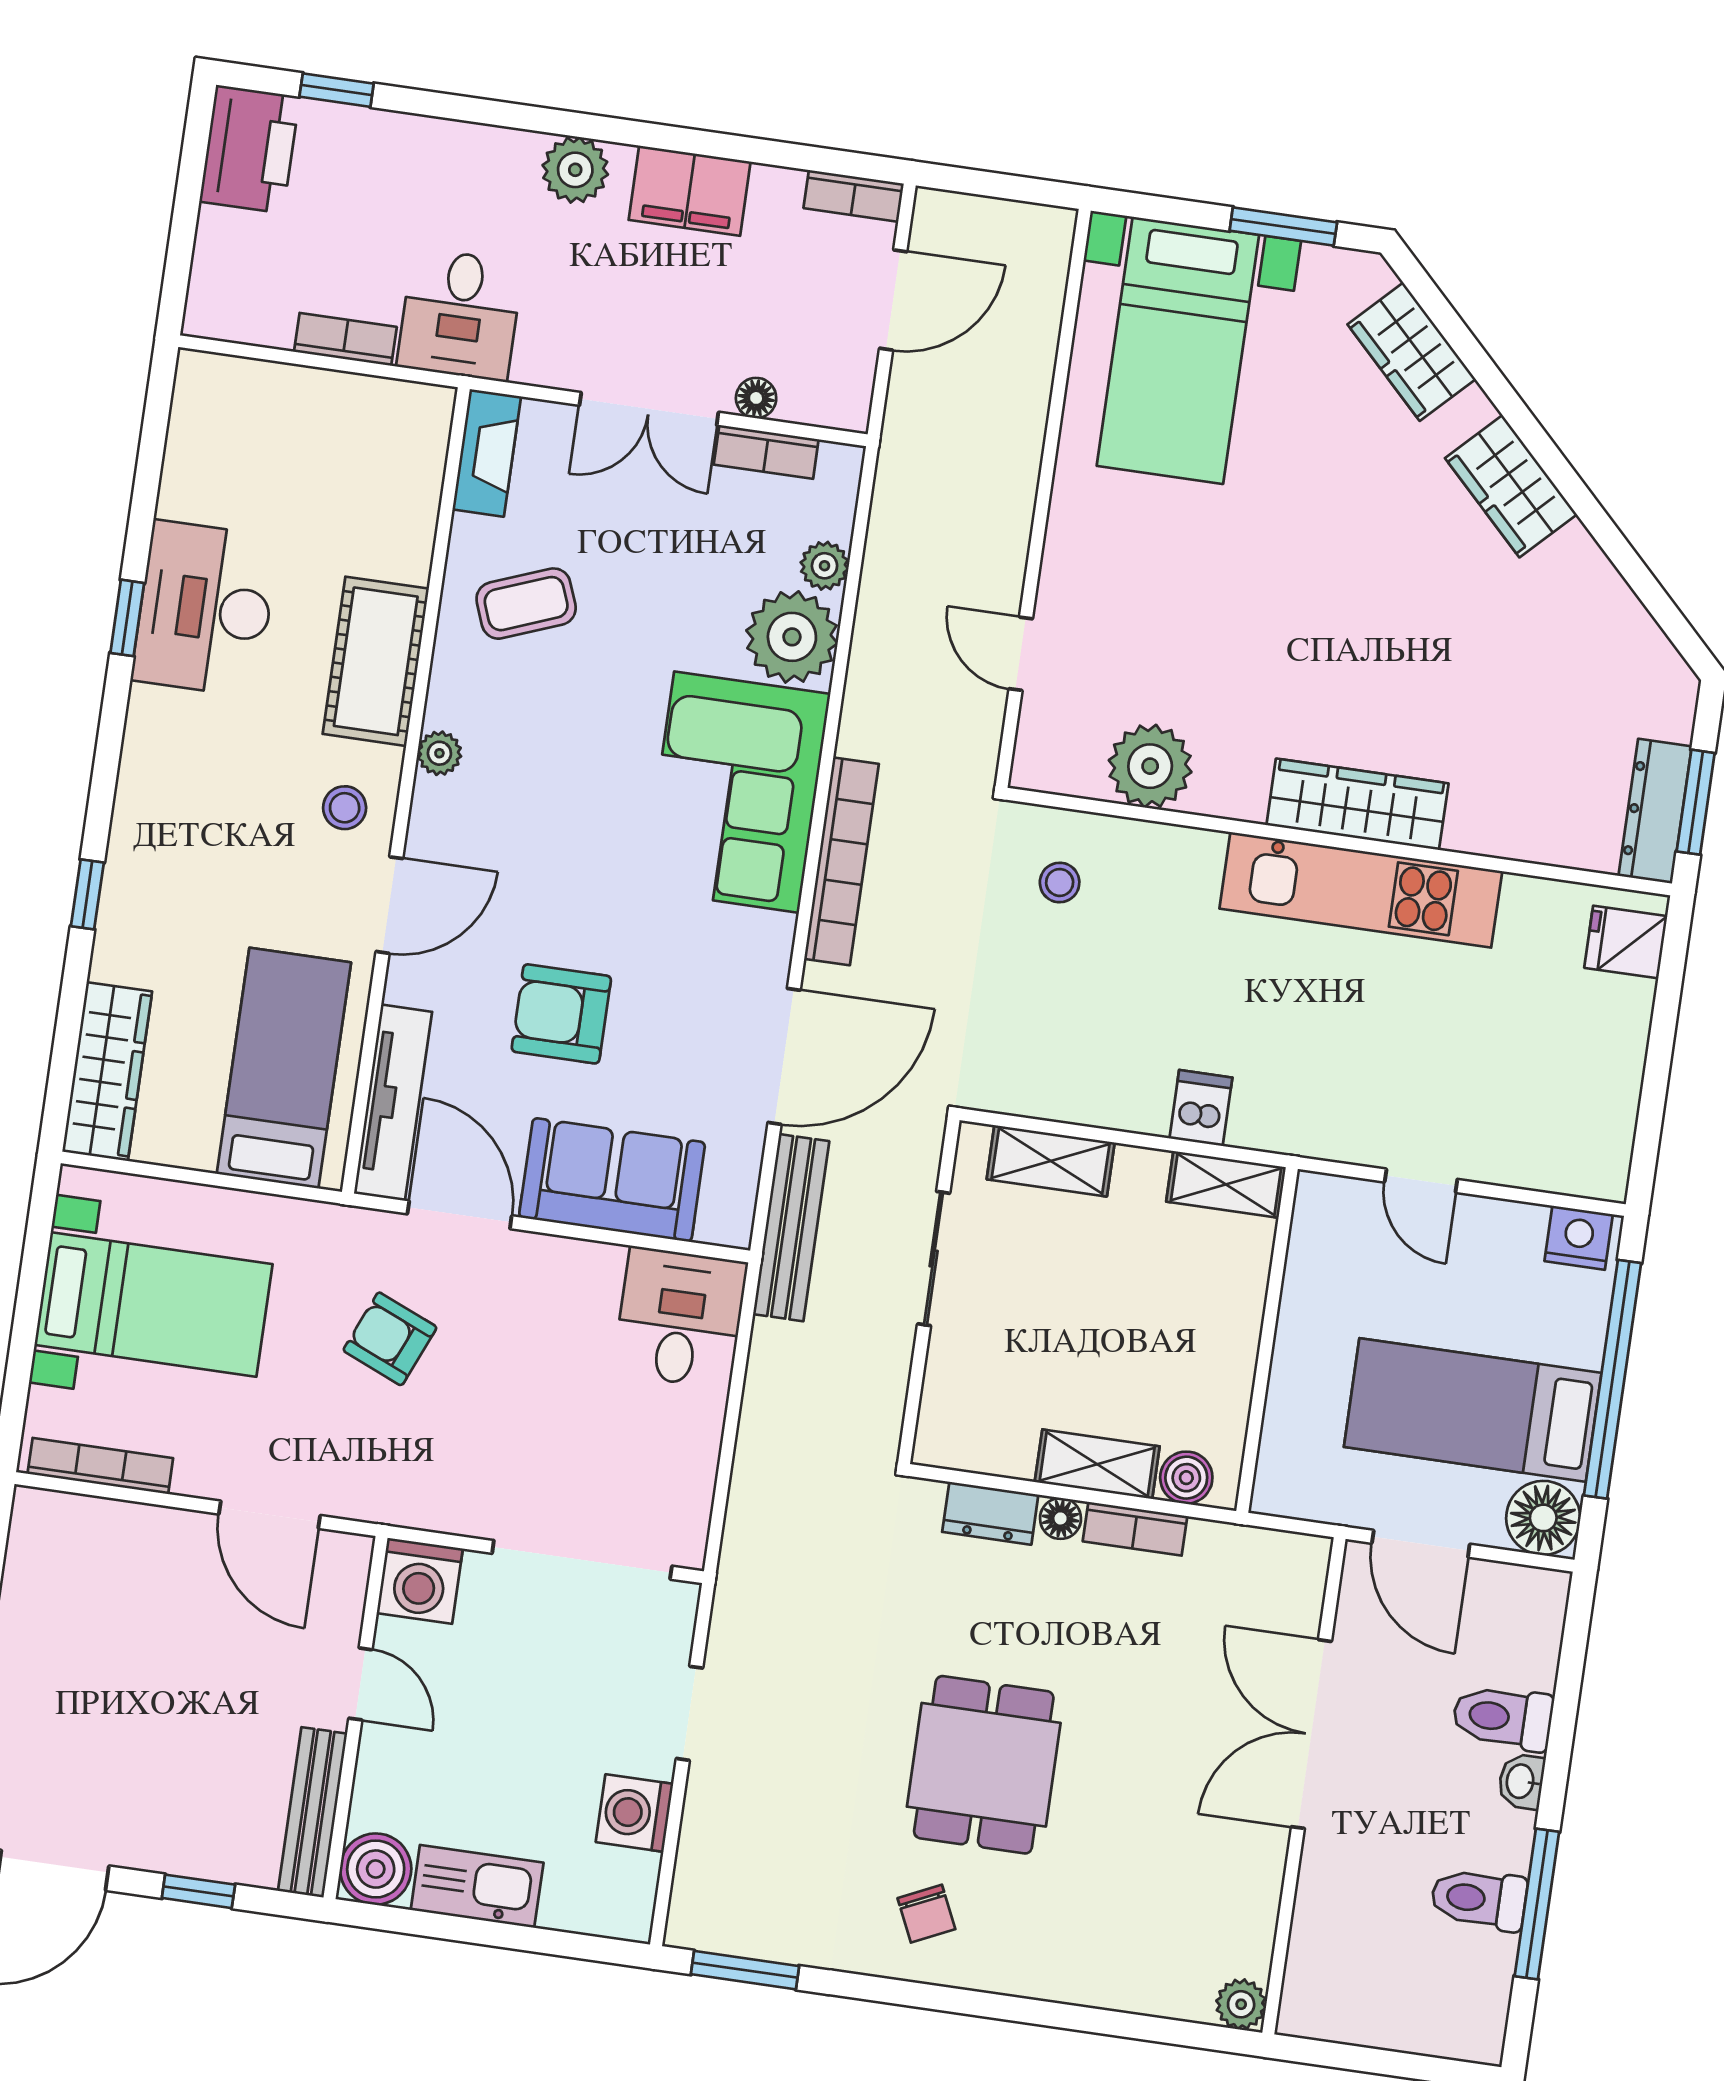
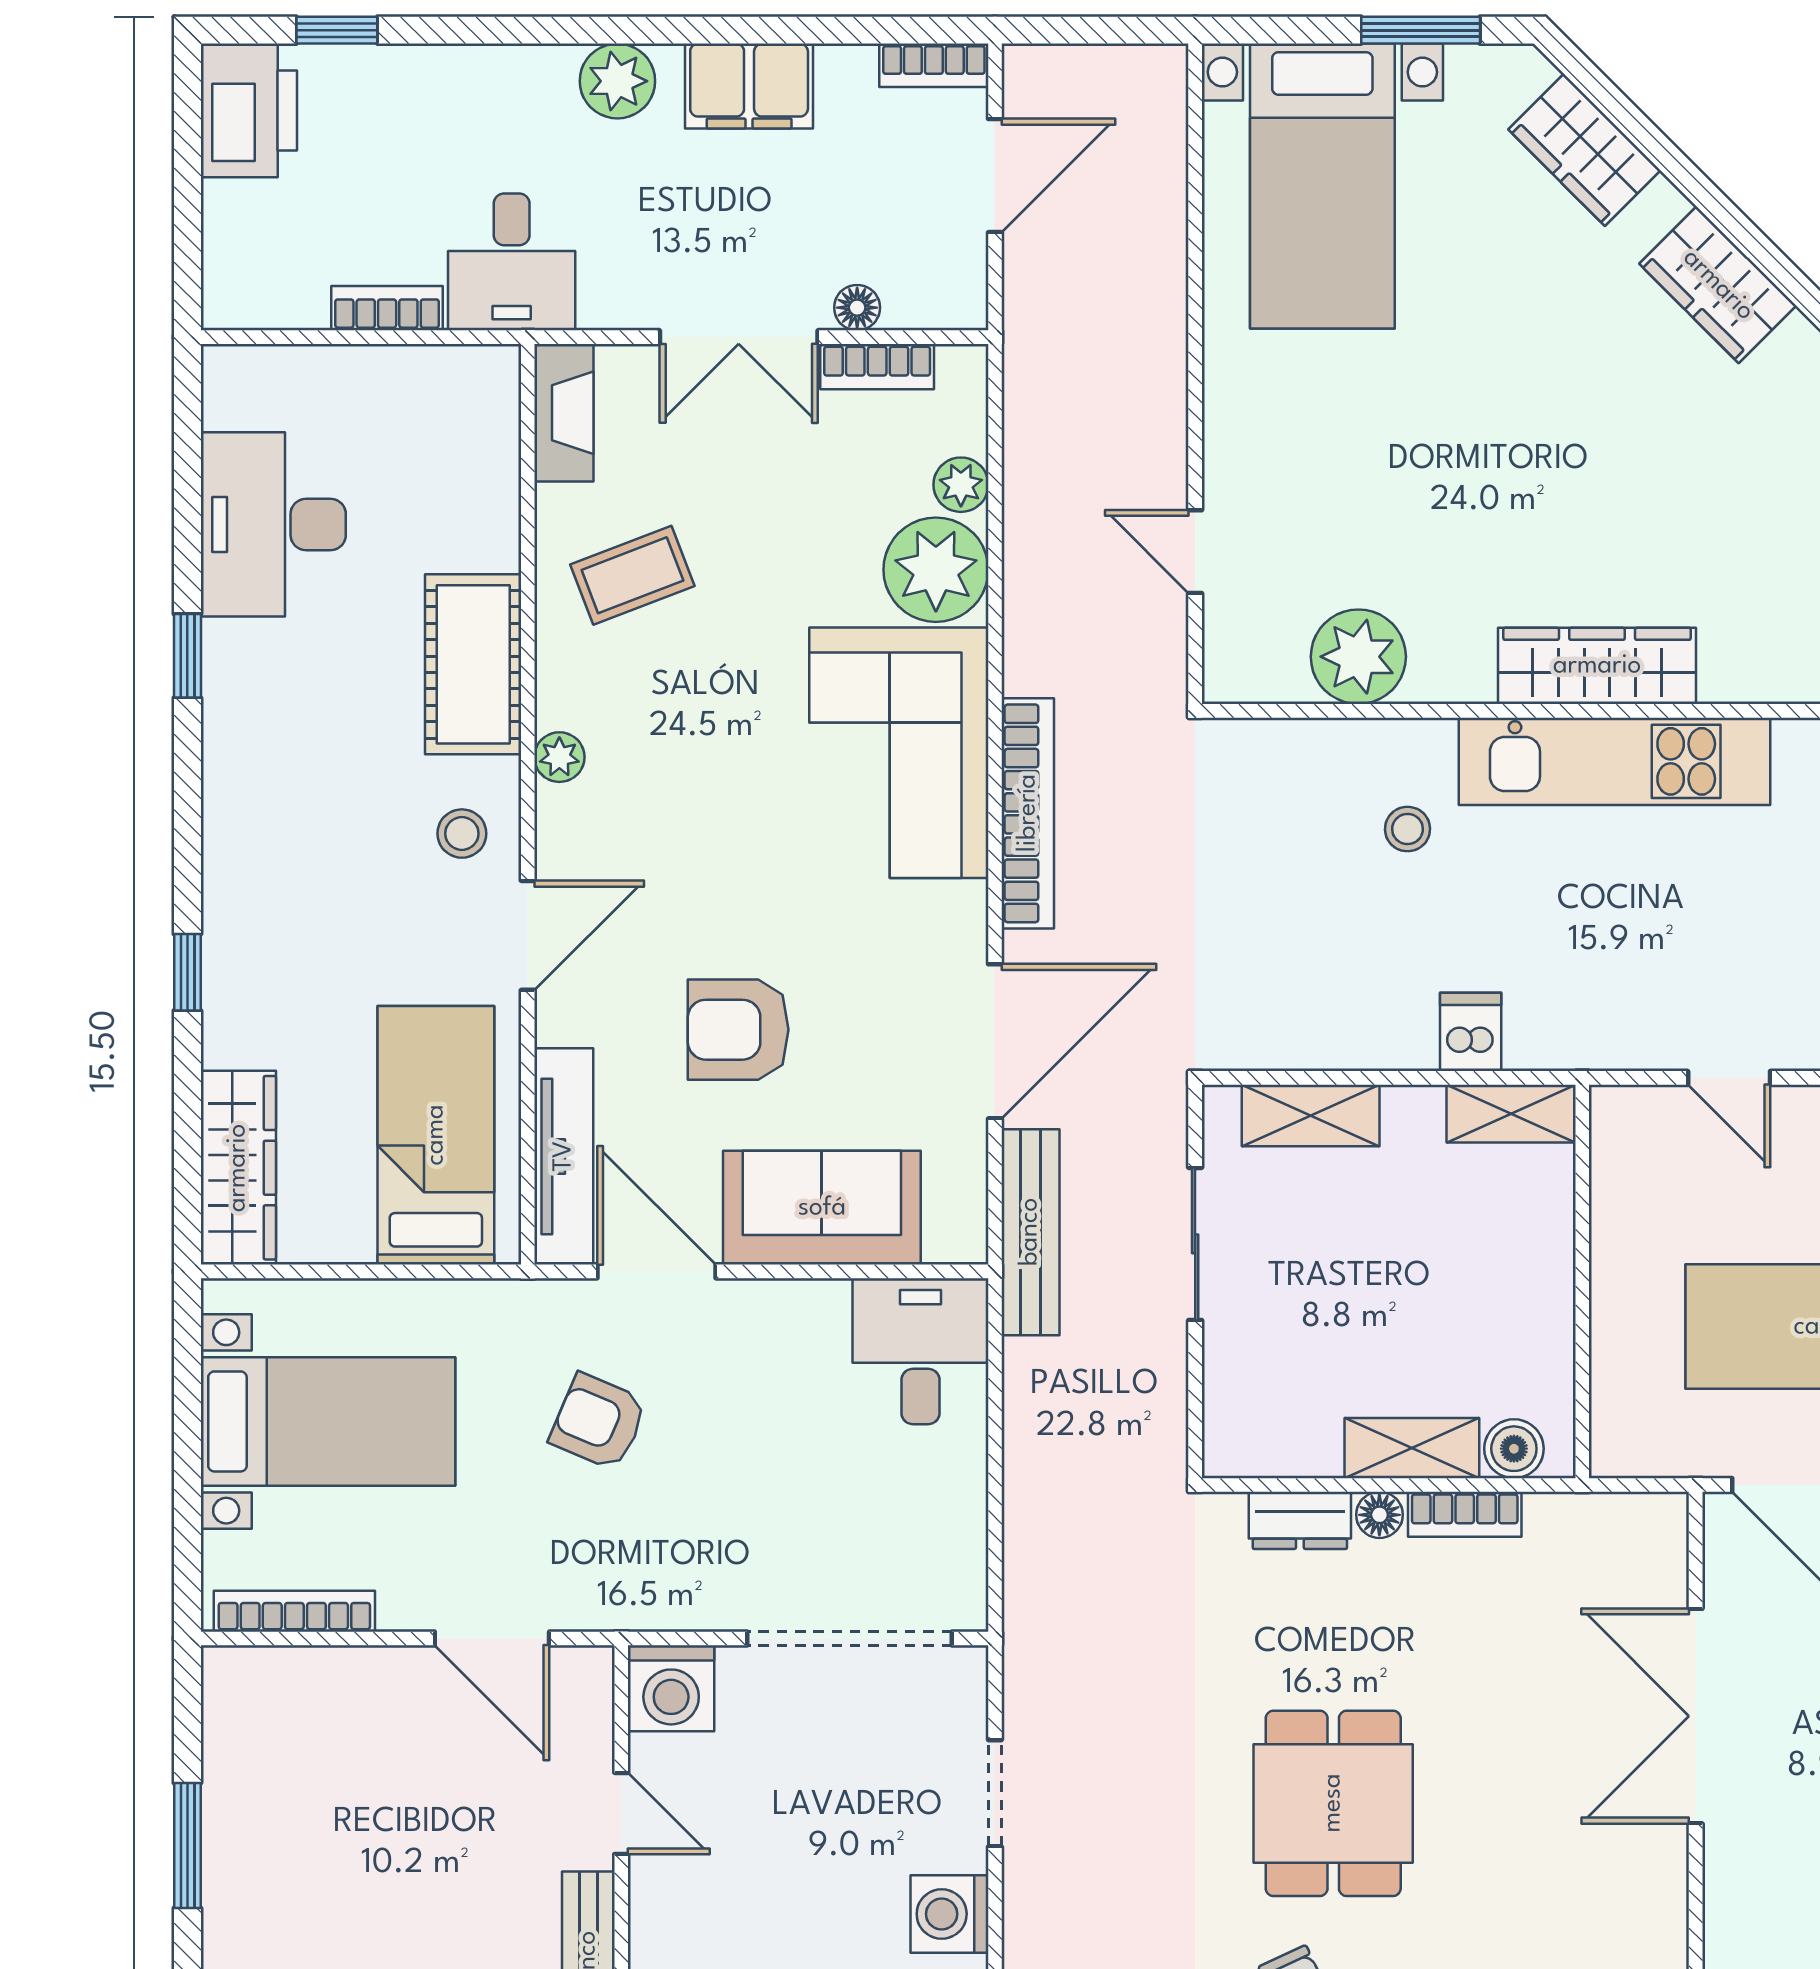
desk: (205, 609) -> (273, 524), moved
stool: (1060, 882) -> (1408, 829), moved

